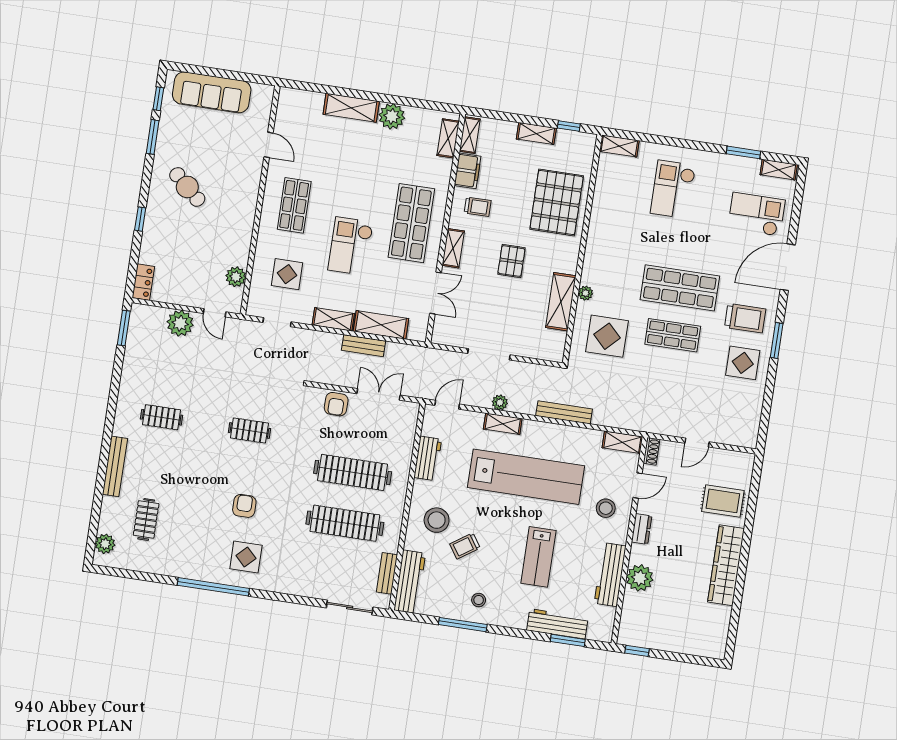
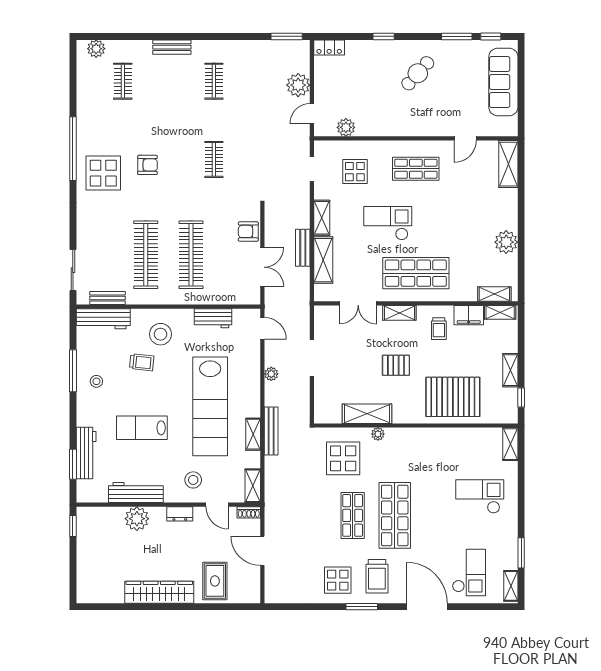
shelving: (351, 108) -> (508, 164), moved
shelving: (503, 424) -> (253, 434), moved
door: (697, 442) -> (262, 551), width x1.38
bench: (115, 466) -> (172, 47), width x0.73
clothes rail: (146, 519) -> (123, 81), turned 90
trolley: (465, 546) -> (142, 362), turned 130
display table: (246, 557) -> (103, 173), width x1.36, depth x1.36

